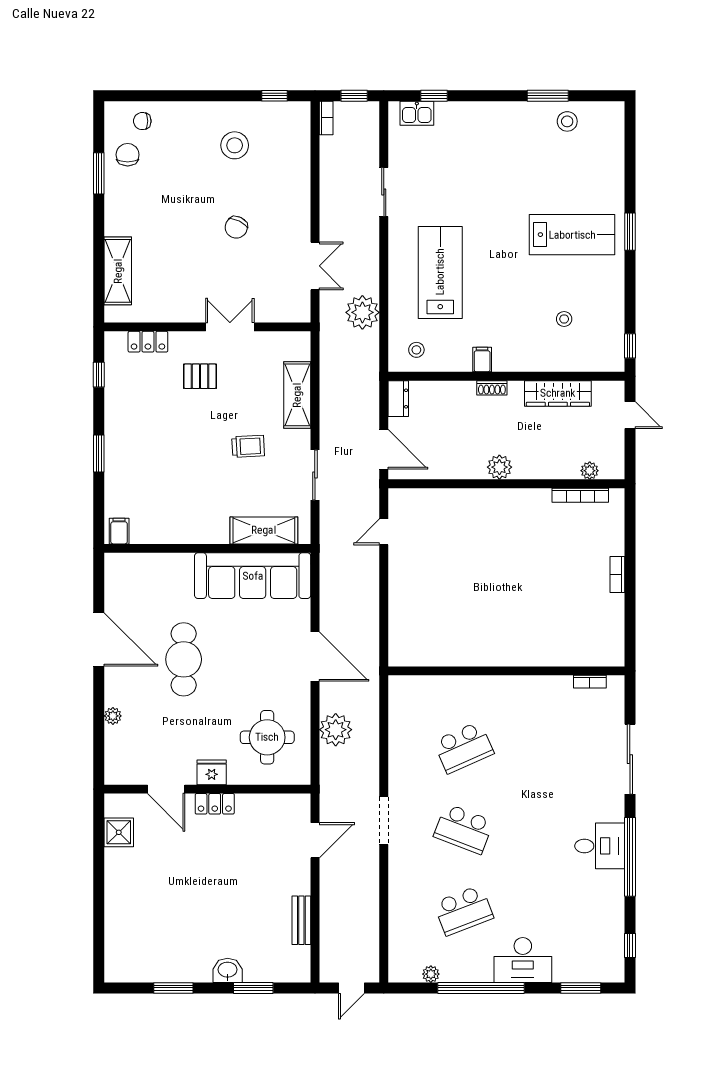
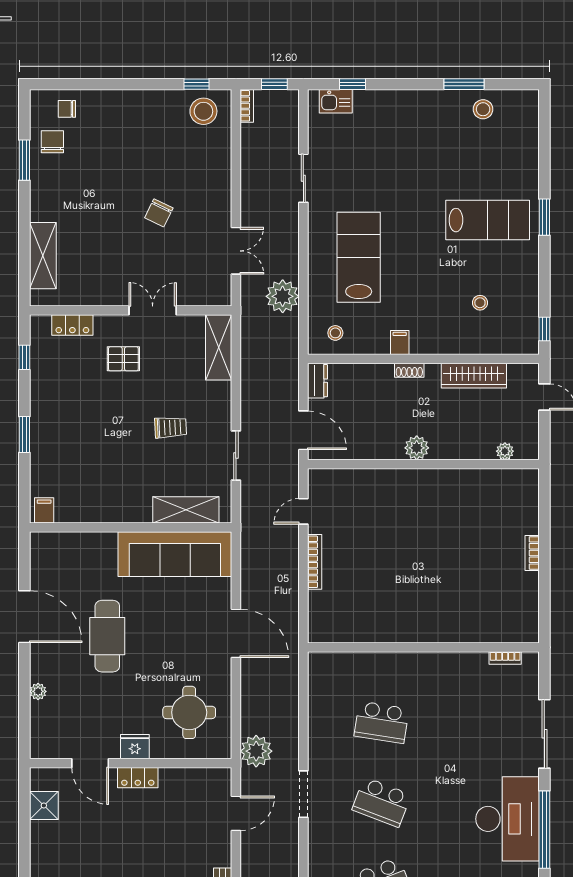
stool: (235, 145) -> (203, 111), moved
shelving: (297, 395) -> (219, 347), moved
bookcase: (580, 495) -> (315, 562), moved, turned -90
plant: (336, 730) -> (256, 751), moved
school desk: (464, 747) -> (382, 722), turned 33
desk: (600, 846) -> (508, 819), width x1.87, depth x1.30

